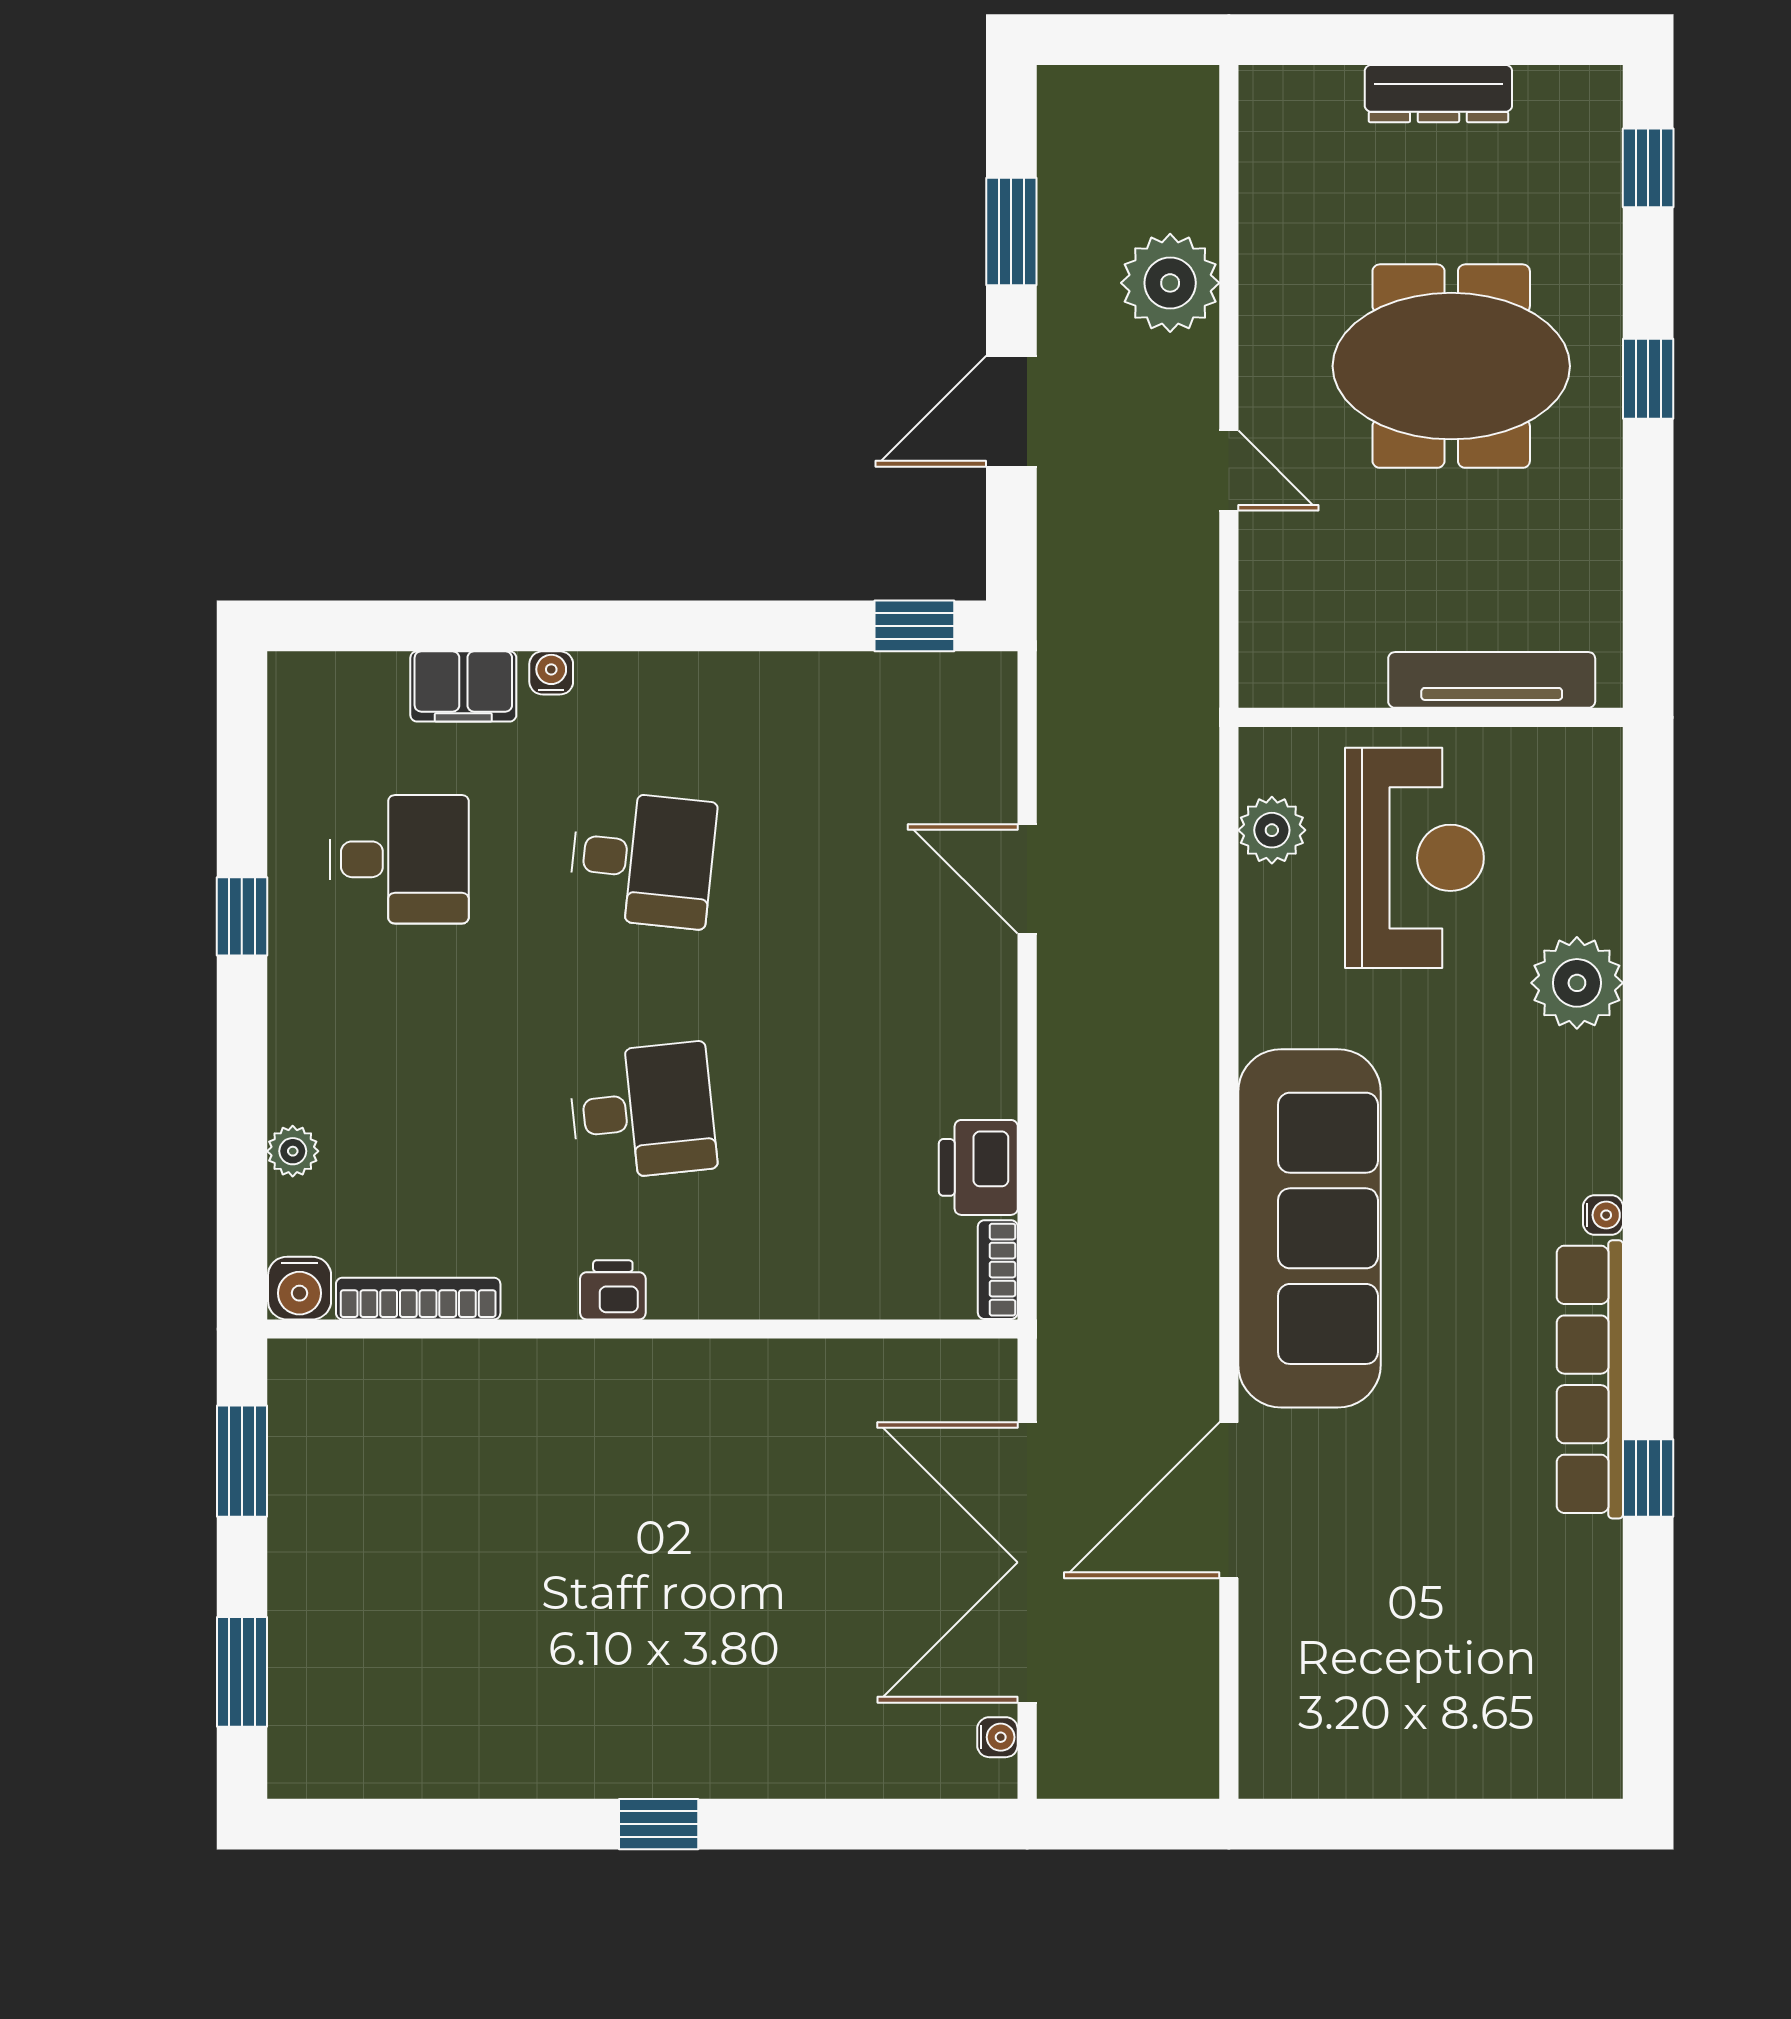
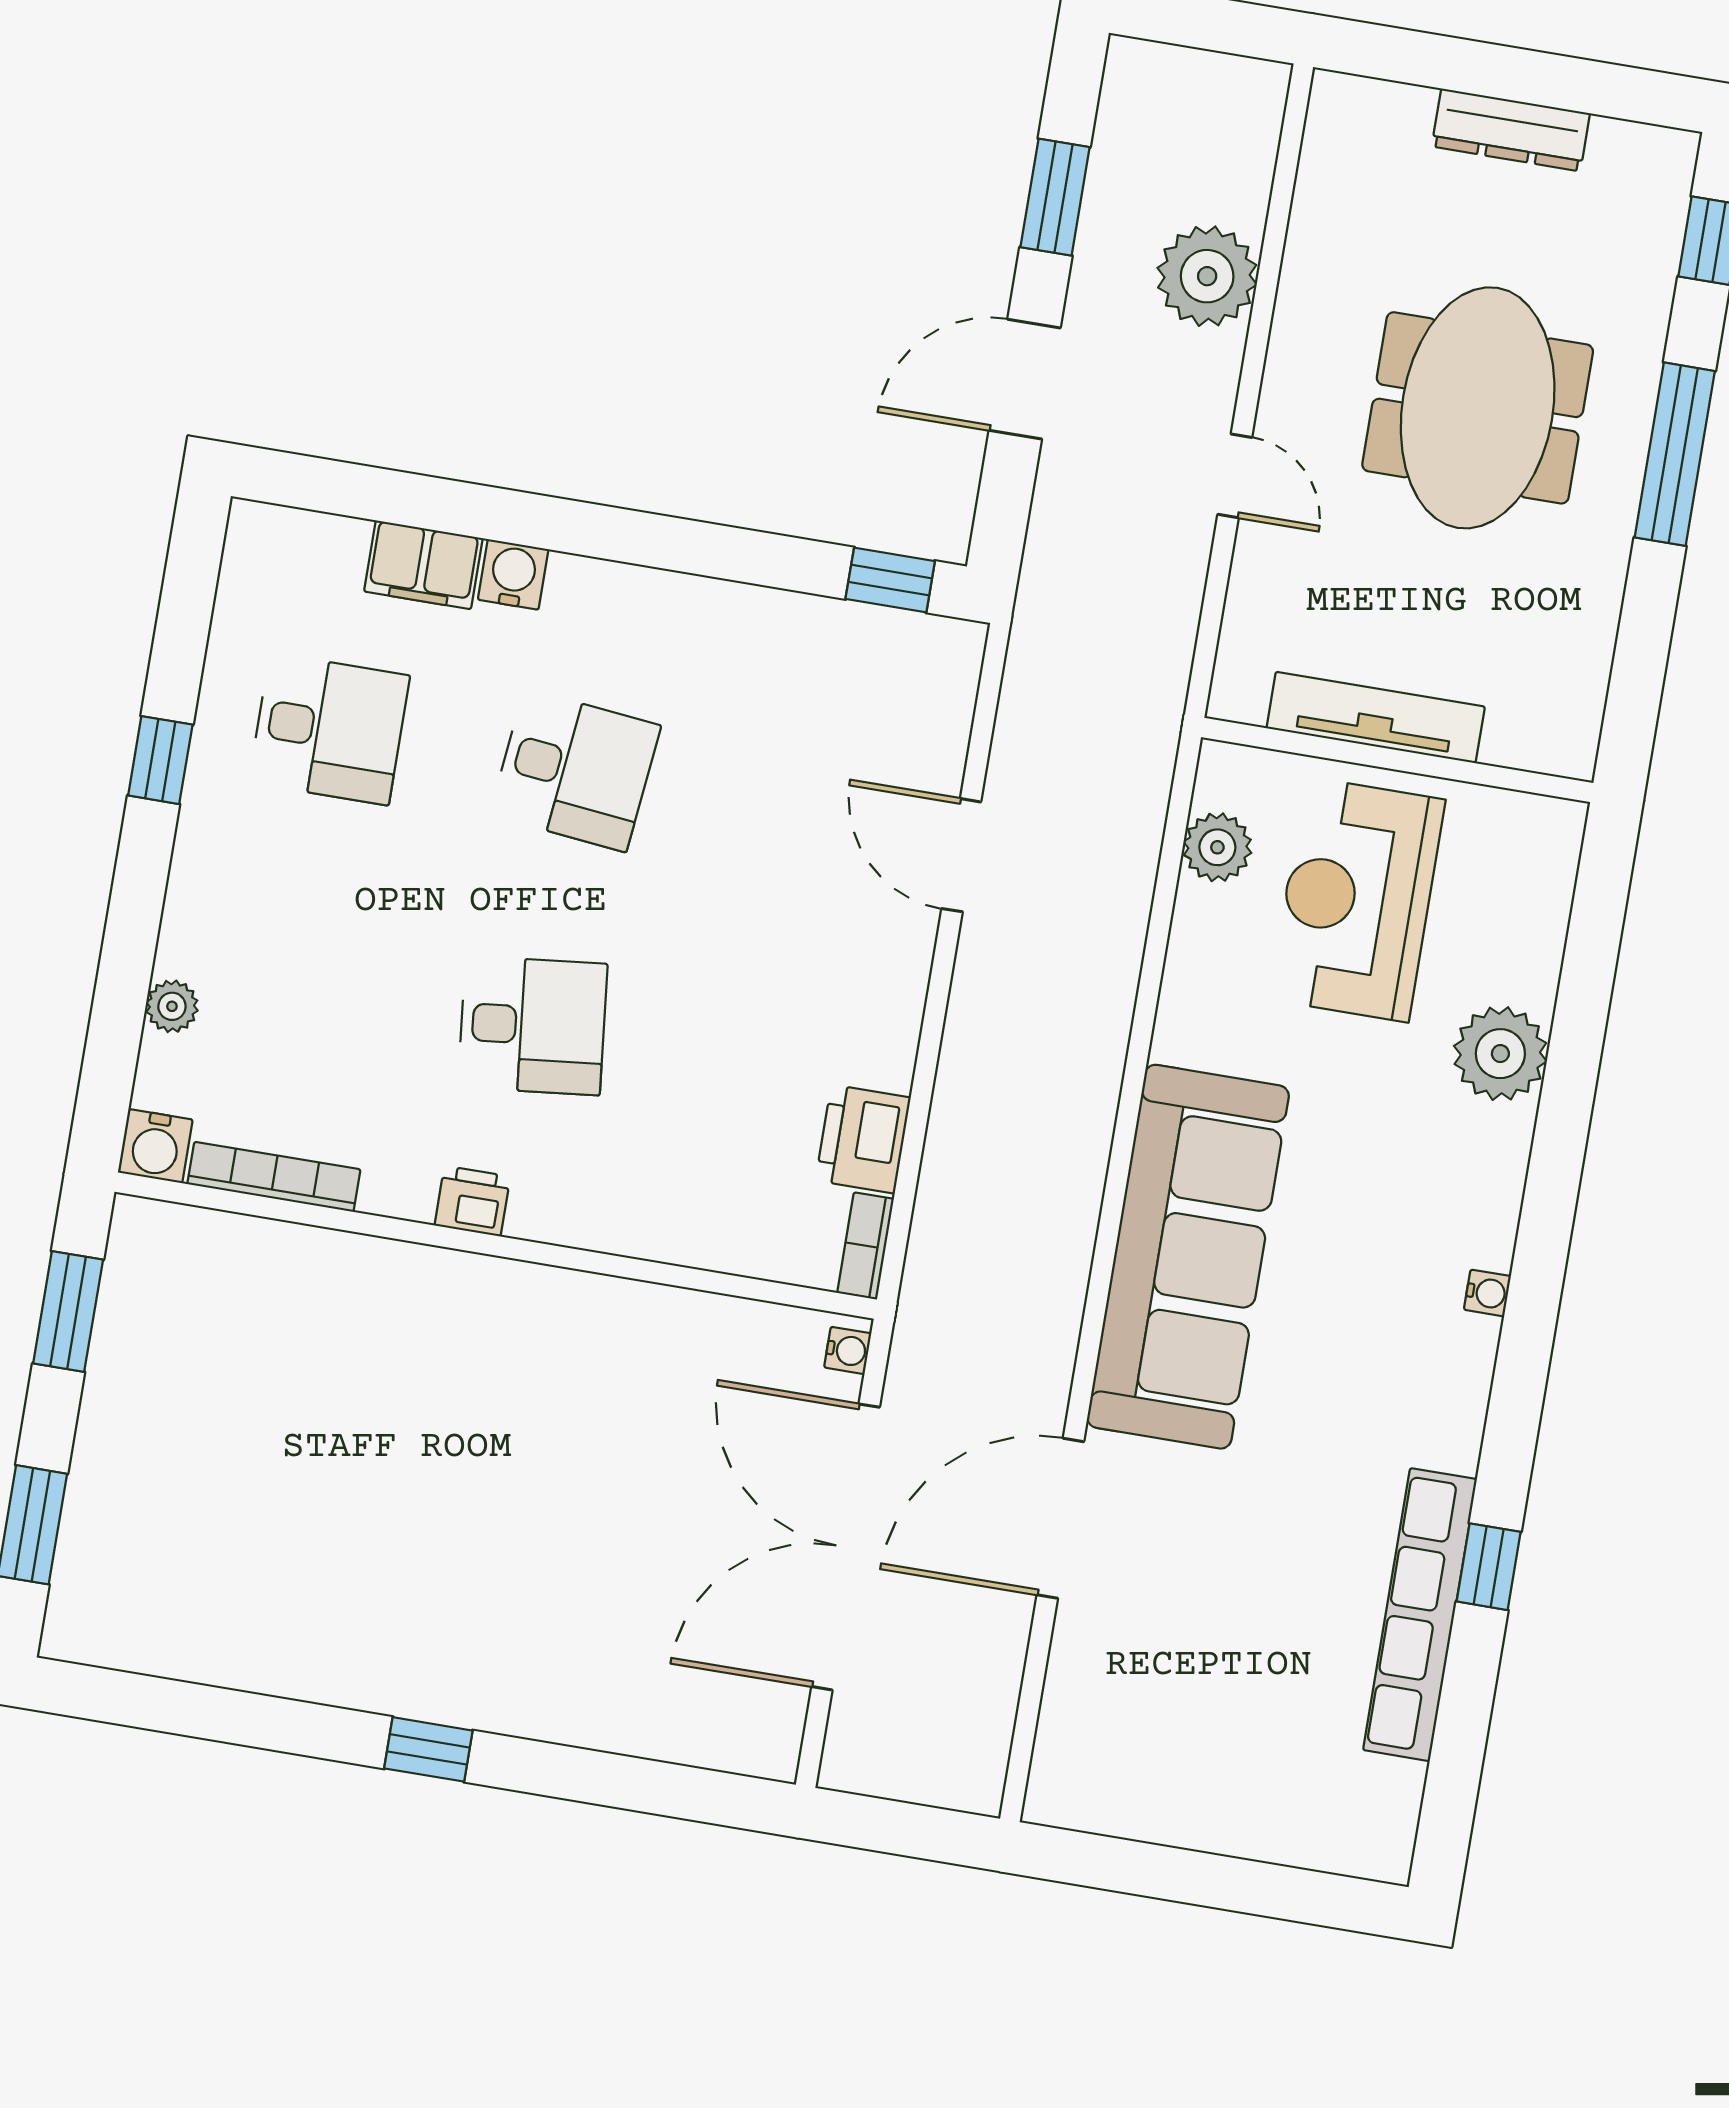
meeting table: (1451, 366) -> (1478, 408), turned 90
window: (1648, 379) -> (1675, 454), width x2.17
water cooler: (551, 673) -> (513, 574), width x1.38, depth x1.38
tv unit: (1492, 680) -> (1376, 717), moved
reception desk: (1414, 858) -> (1357, 899), turned 180
row of seats: (1590, 1379) -> (1420, 1615), moved
water cooler: (997, 1737) -> (848, 1350), moved

